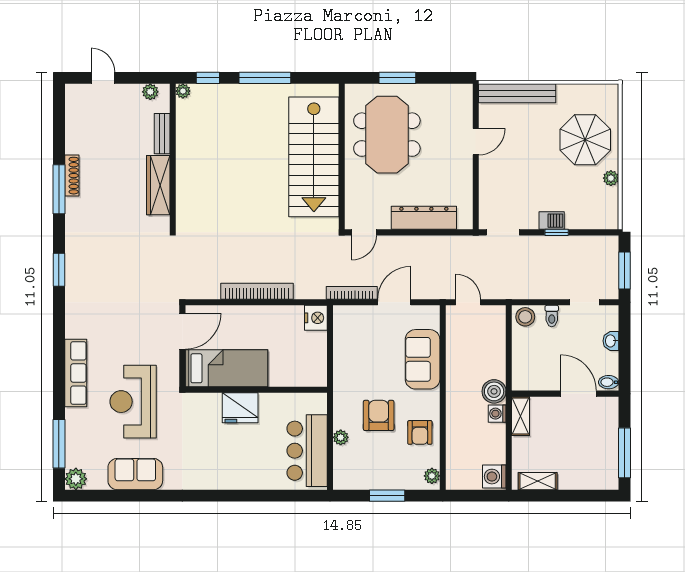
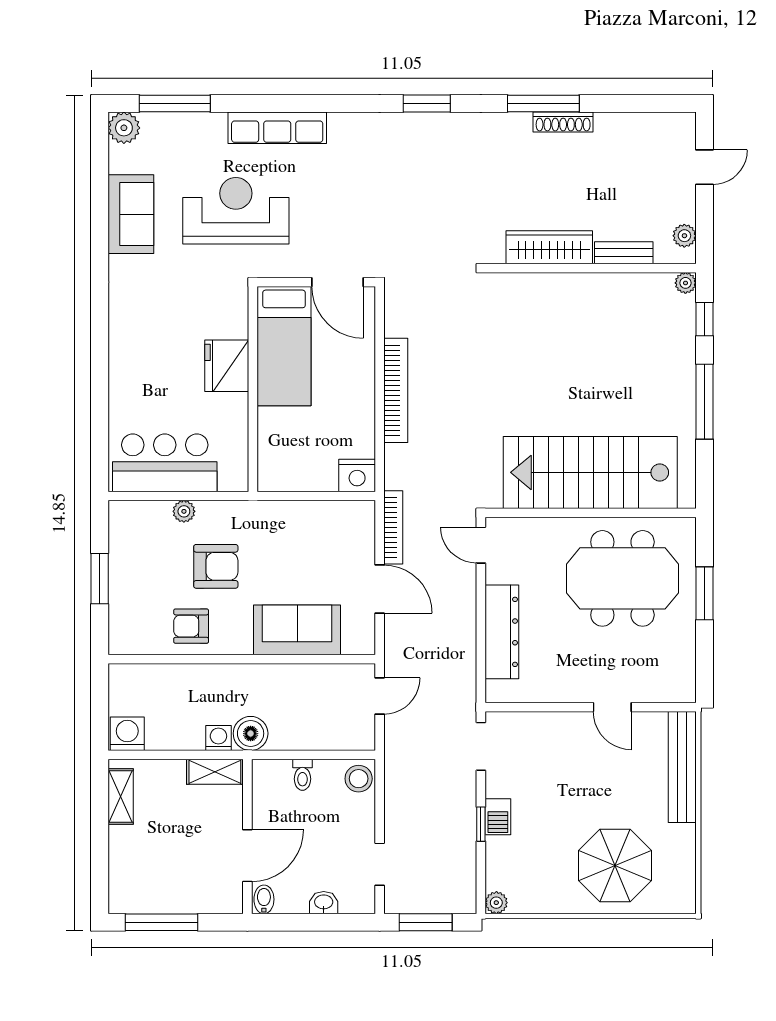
plant: (611, 178) -> (496, 903), moved
toilet: (552, 316) -> (302, 775), moved, turned -90
plant: (432, 476) -> (128, 644), removed

